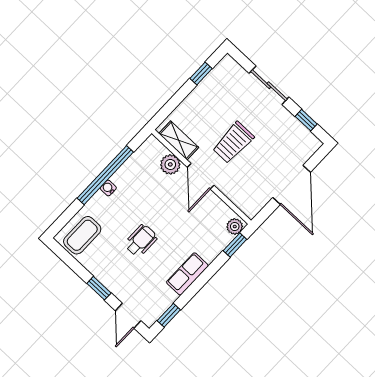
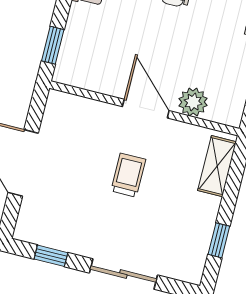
shelving: (179, 140) -> (217, 166), moved, turned 90
trolley: (233, 143) -> (128, 175), width x0.73, depth x0.72
plant: (235, 227) -> (66, 69), removed

